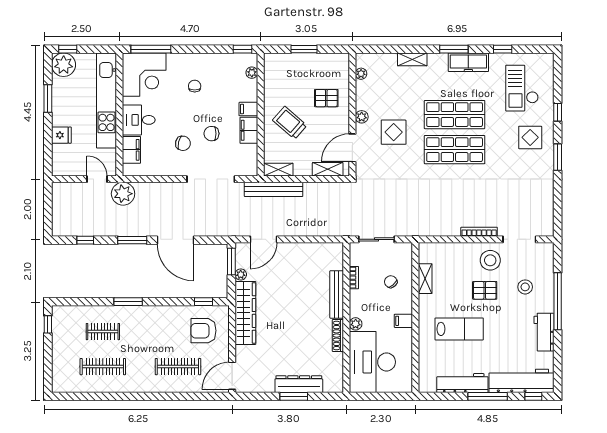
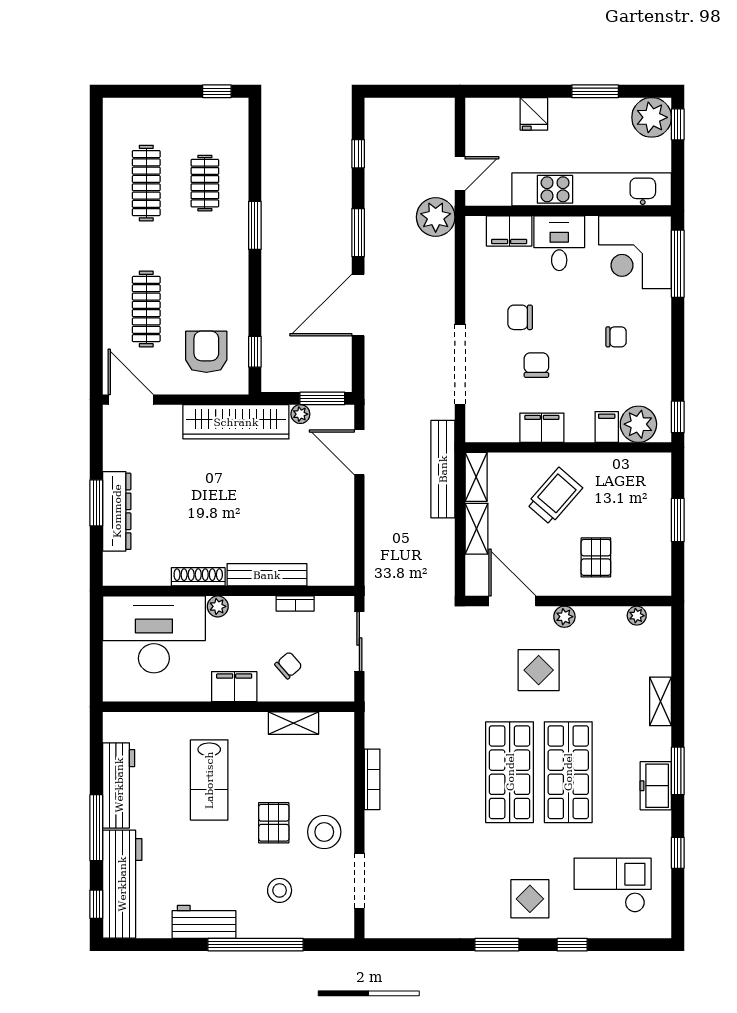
freezer: (468, 62) -> (656, 786), width x0.71
plant: (252, 73) -> (638, 424), width x1.88, depth x1.88
filing cabinet: (248, 109) -> (607, 427), moved
chair: (183, 143) -> (520, 317), turned 76
shelving: (328, 169) -> (477, 529), moved
bookcase: (479, 232) -> (372, 779), moved
filing cabinet: (403, 321) -> (234, 687), width x2.00

